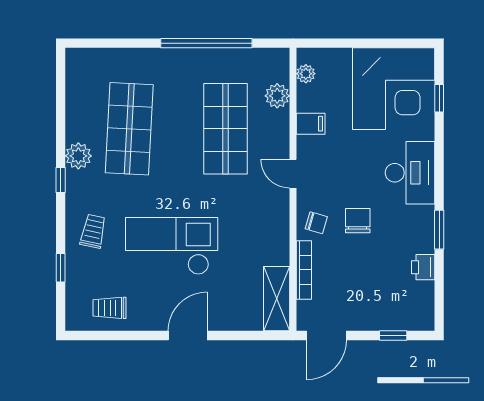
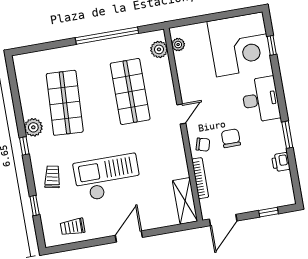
plant: (277, 96) -> (159, 49), moved
filing cabinet: (311, 124) -> (187, 78), removed
door: (293, 174) -> (181, 114), swing flipped

